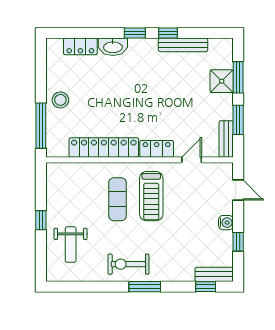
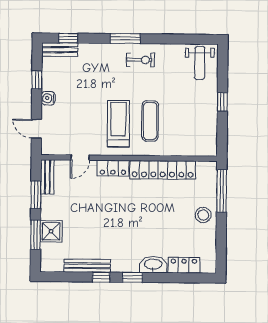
weight bench: (71, 245) -> (200, 63), moved, turned 180
exercise bike: (128, 264) -> (140, 60), width x0.73, depth x0.72

